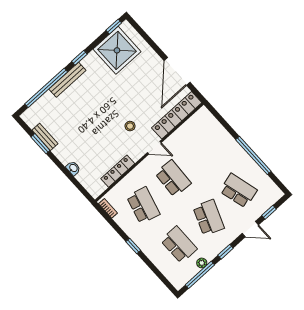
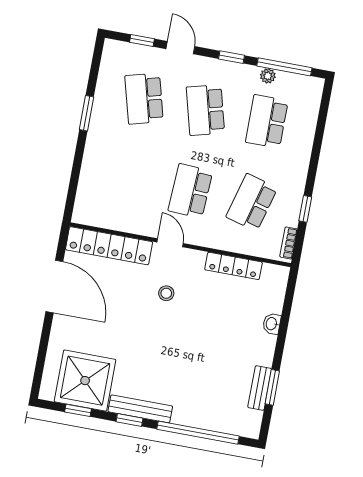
window: (114, 27) -> (78, 410), moved
door: (177, 71) -> (54, 286), hinge flipped
bench: (67, 80) -> (140, 409), moved
window: (253, 155) -> (87, 113), width x0.47
school desk: (209, 218) -> (205, 110), turned -36
window: (133, 246) -> (305, 209), moved

